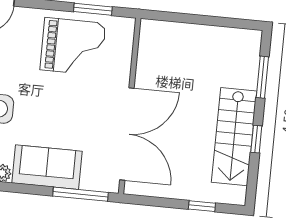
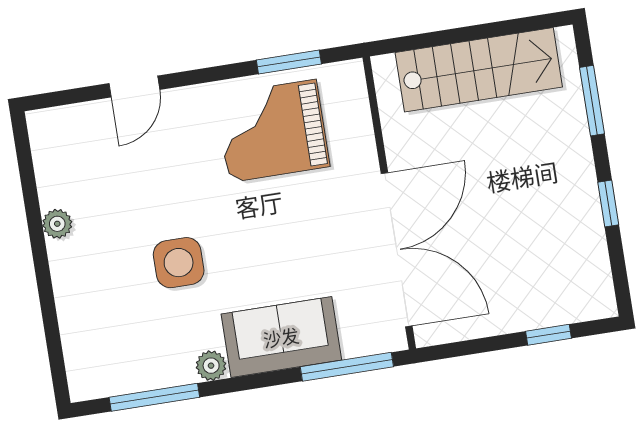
grand piano: (73, 47) -> (272, 131), turned 180
stairs: (234, 137) -> (479, 70), moved, turned -90

